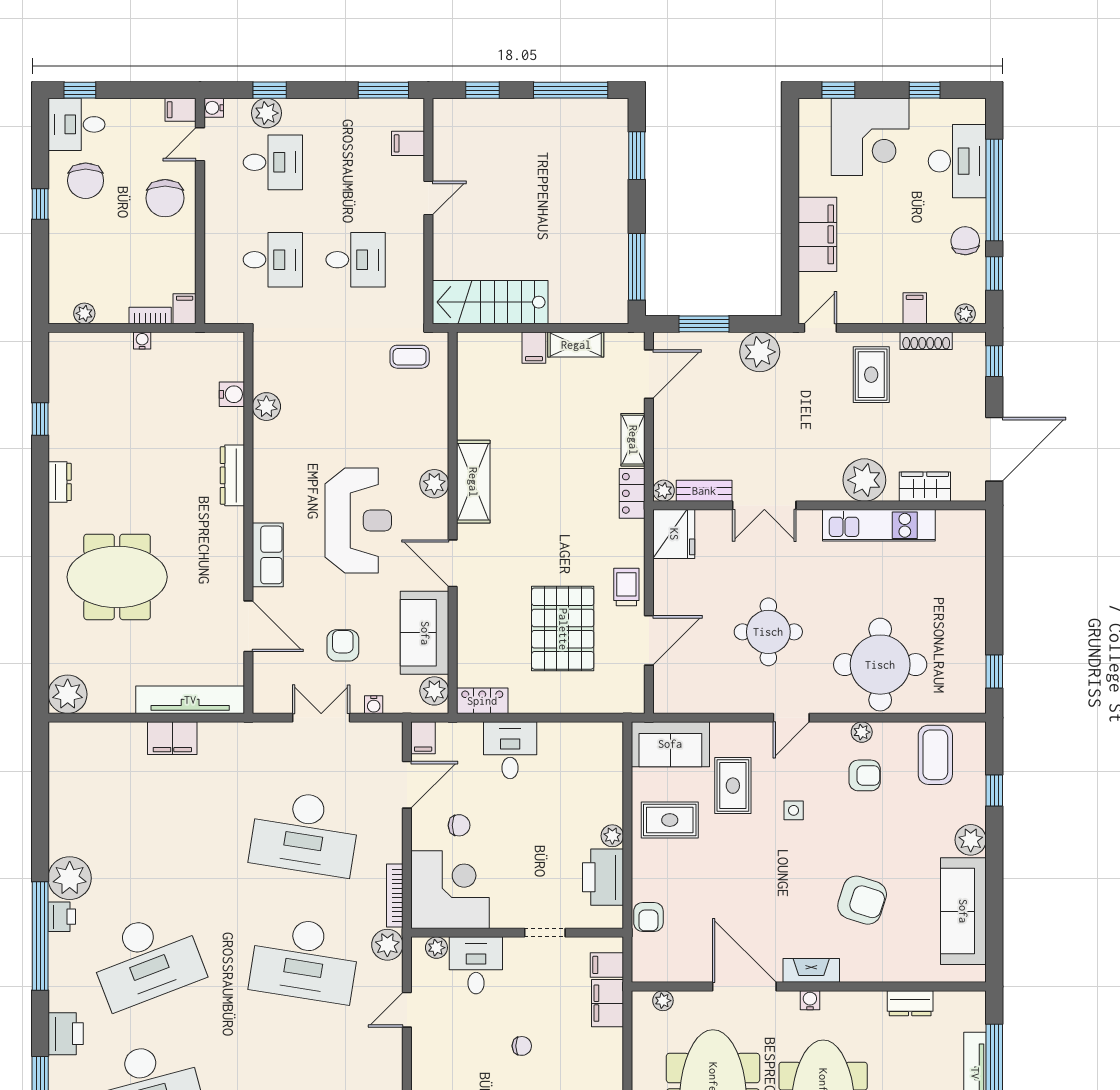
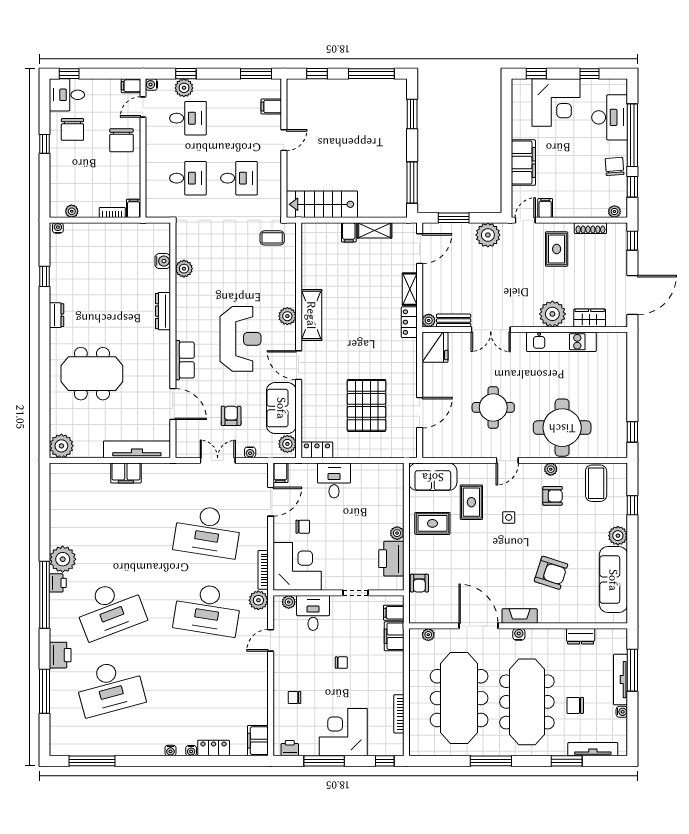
filing cabinet: (915, 308) -> (545, 208), moved
water cooler: (142, 341) -> (58, 228), moved
trolley: (626, 587) -> (406, 380), removed

